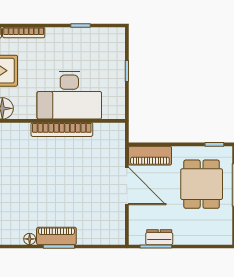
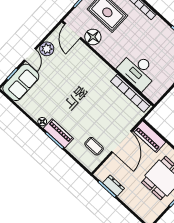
desk: (69, 95) -> (138, 71), width x0.73, depth x0.77
bookcase: (62, 130) -> (131, 93), moved
coffee table: (104, 216) -> (94, 146), added

